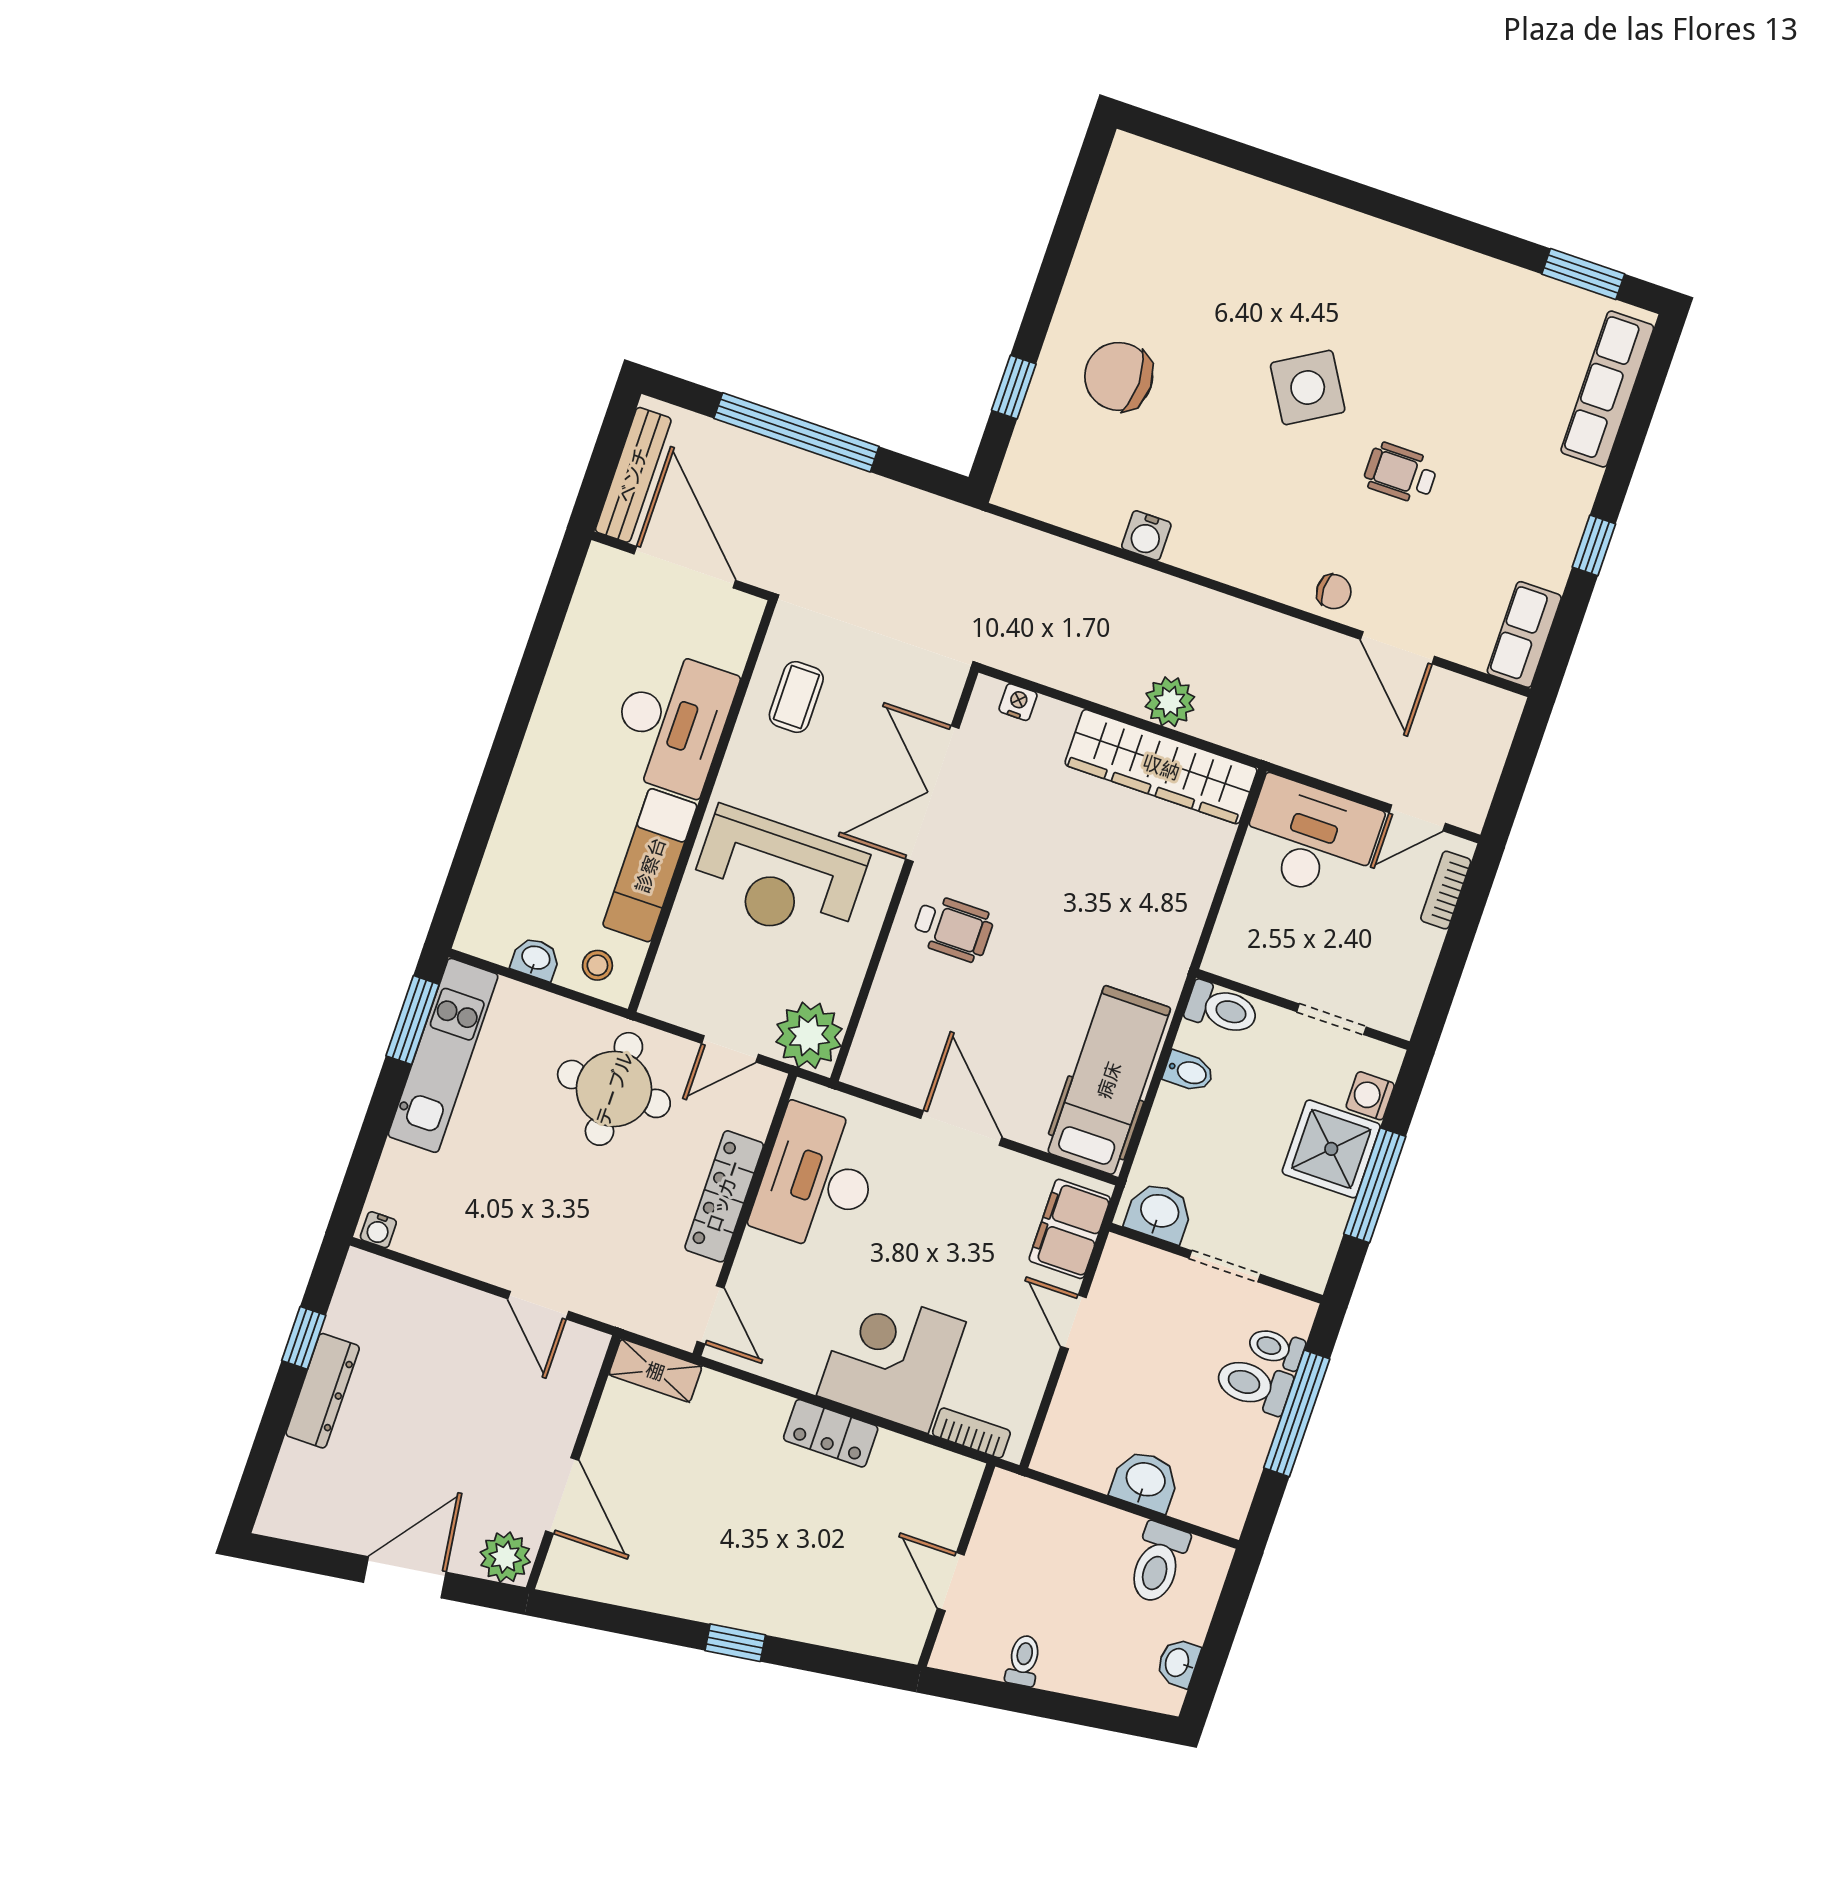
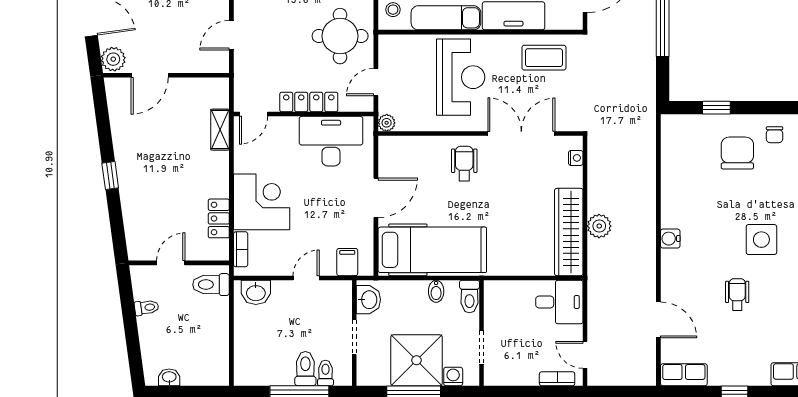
side table: (1308, 387) -> (761, 240), turned 31
water cooler: (1146, 536) -> (670, 239), moved
chair: (1334, 592) -> (775, 135), moved
door: (1398, 648) -> (658, 320), swing flipped
coffee table: (796, 697) -> (544, 58), width x1.36, depth x1.30
desk: (1310, 839) -> (559, 302), width x0.73
reception desk: (778, 876) -> (461, 77), turned 180
wheelchair: (953, 928) -> (464, 163), turned 180
plant: (809, 1035) -> (387, 123), width x0.53, depth x0.53
door: (730, 1049) -> (376, 82), hinge flipped
hospital bed: (1109, 1080) -> (432, 250), width x1.37, depth x1.29
shower: (1331, 1149) -> (416, 360), width x1.37, depth x1.37
filing cabinet: (1070, 1229) -> (347, 262), width x0.50
shelving: (655, 1371) -> (220, 130), moved
locker: (831, 1433) -> (219, 218), moved
washbasin: (1145, 1481) -> (256, 292), moved, turned 90
toilet: (1158, 1563) -> (211, 285), moved

